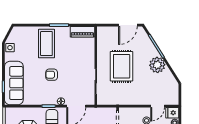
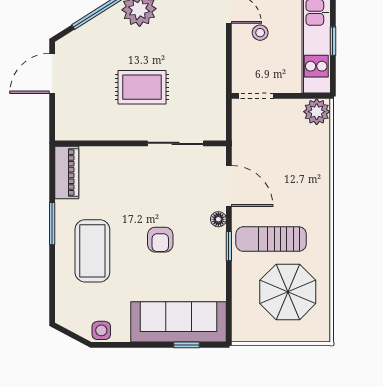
door: (128, 25) -> (52, 73), swing flipped
coffee table: (46, 44) -> (92, 251), turned 90
rug: (122, 66) -> (142, 87), width x0.73, depth x0.70

